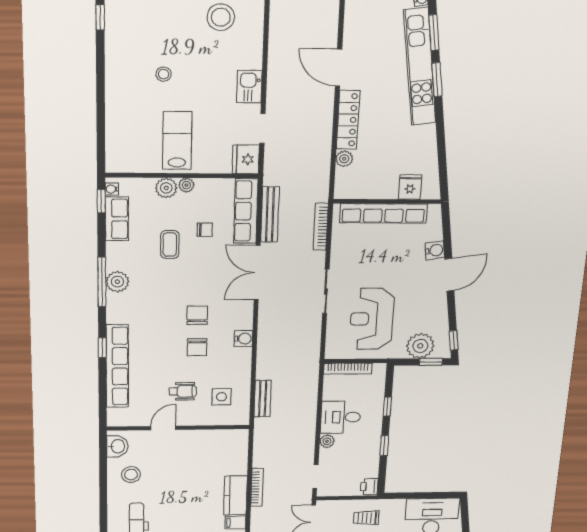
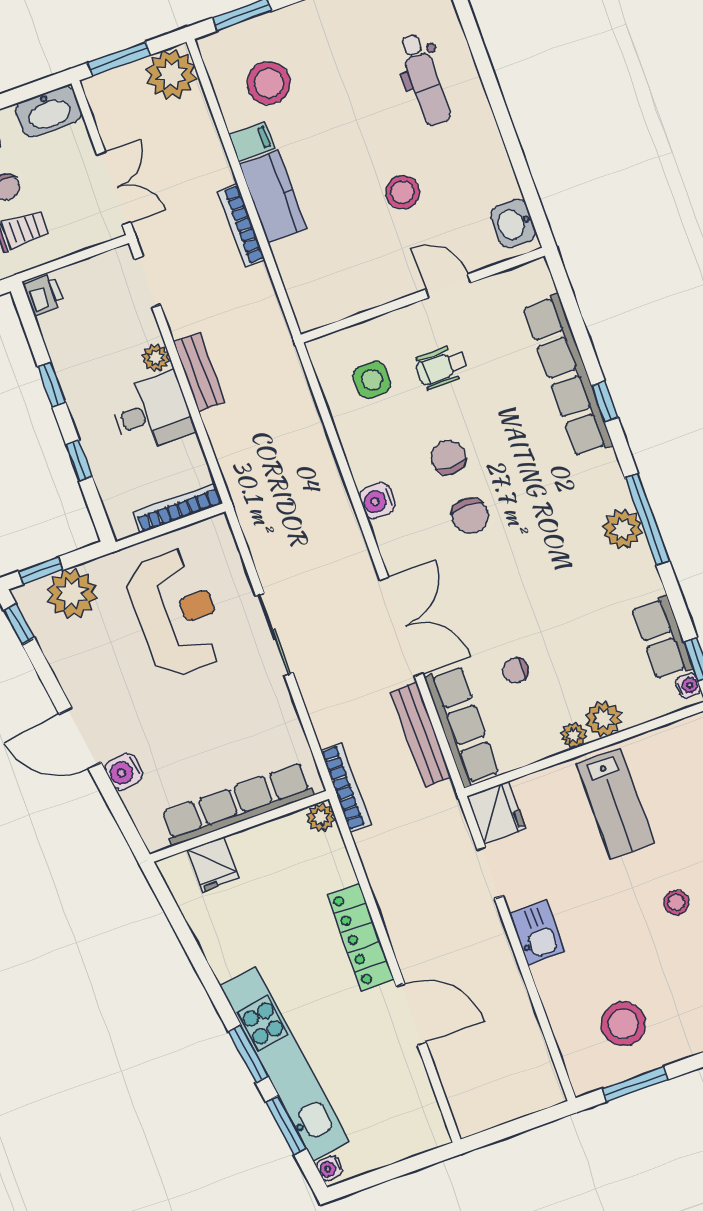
plant: (344, 159) -> (321, 817), moved
bookcase: (321, 227) -> (346, 787), moved
coffee table: (170, 245) -> (562, 625), removed
door: (449, 275) -> (80, 738), hinge flipped
bench: (263, 399) -> (199, 372), moved
door: (163, 428) -> (448, 286), swing flipped
stool: (131, 475) -> (403, 192), moved

